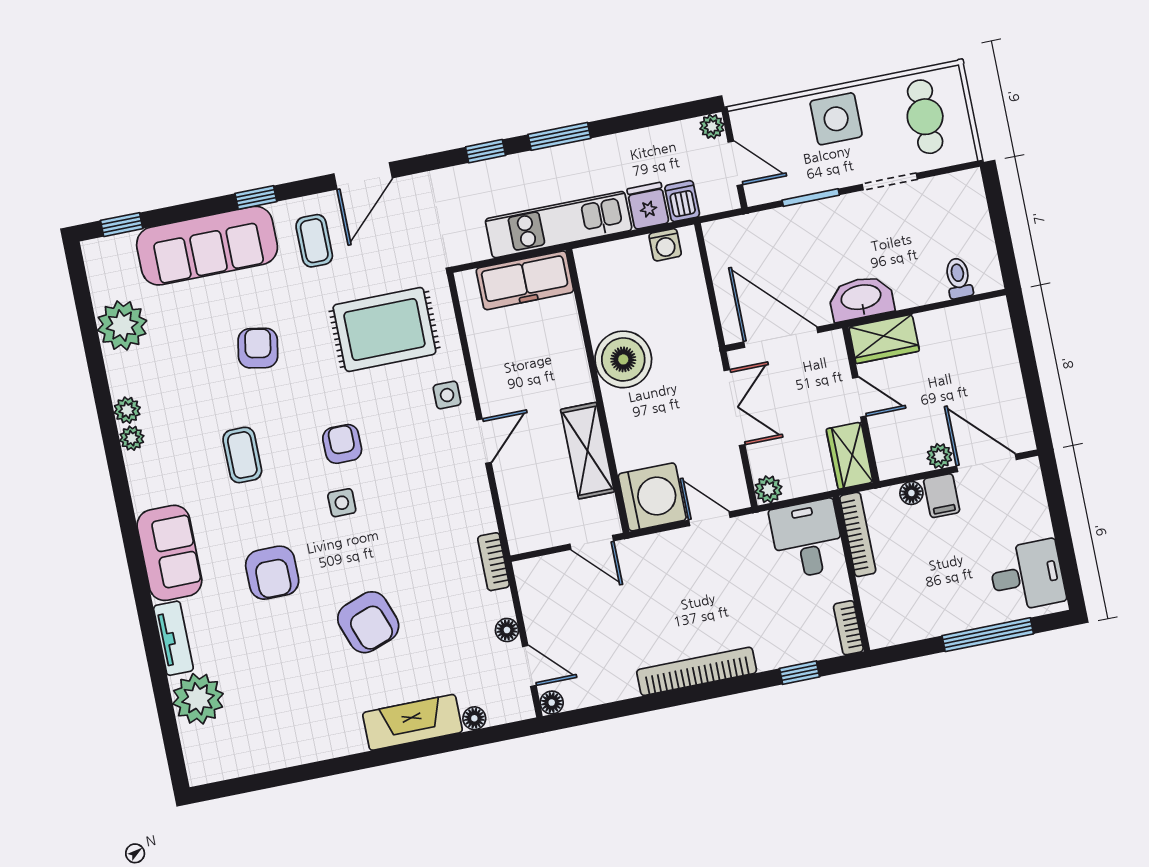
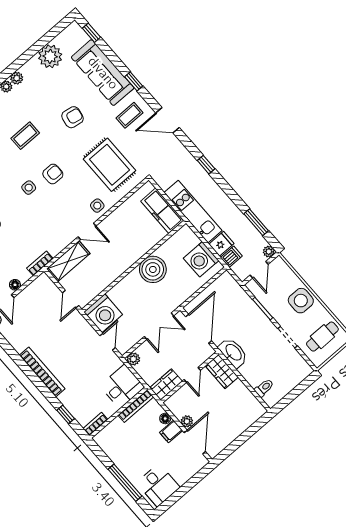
window: (559, 136) -> (256, 222), moved
washing machine: (665, 245) -> (201, 259), width x1.89, depth x1.89
shelving: (587, 451) -> (68, 261), moved

